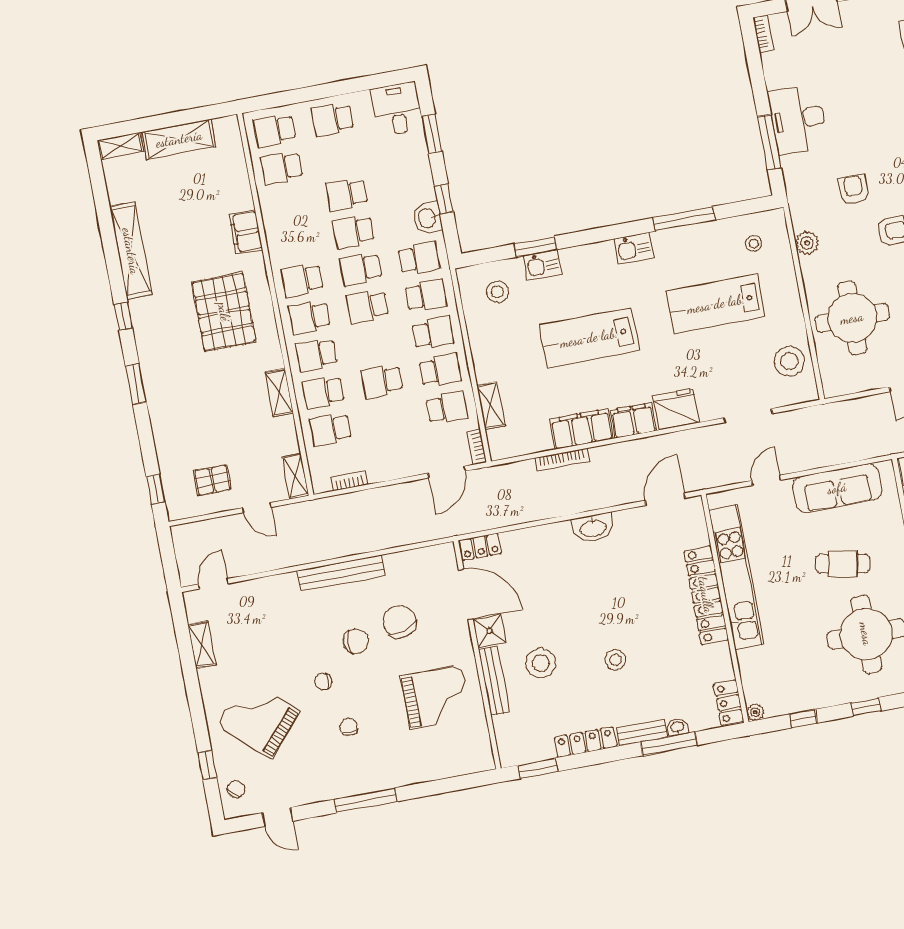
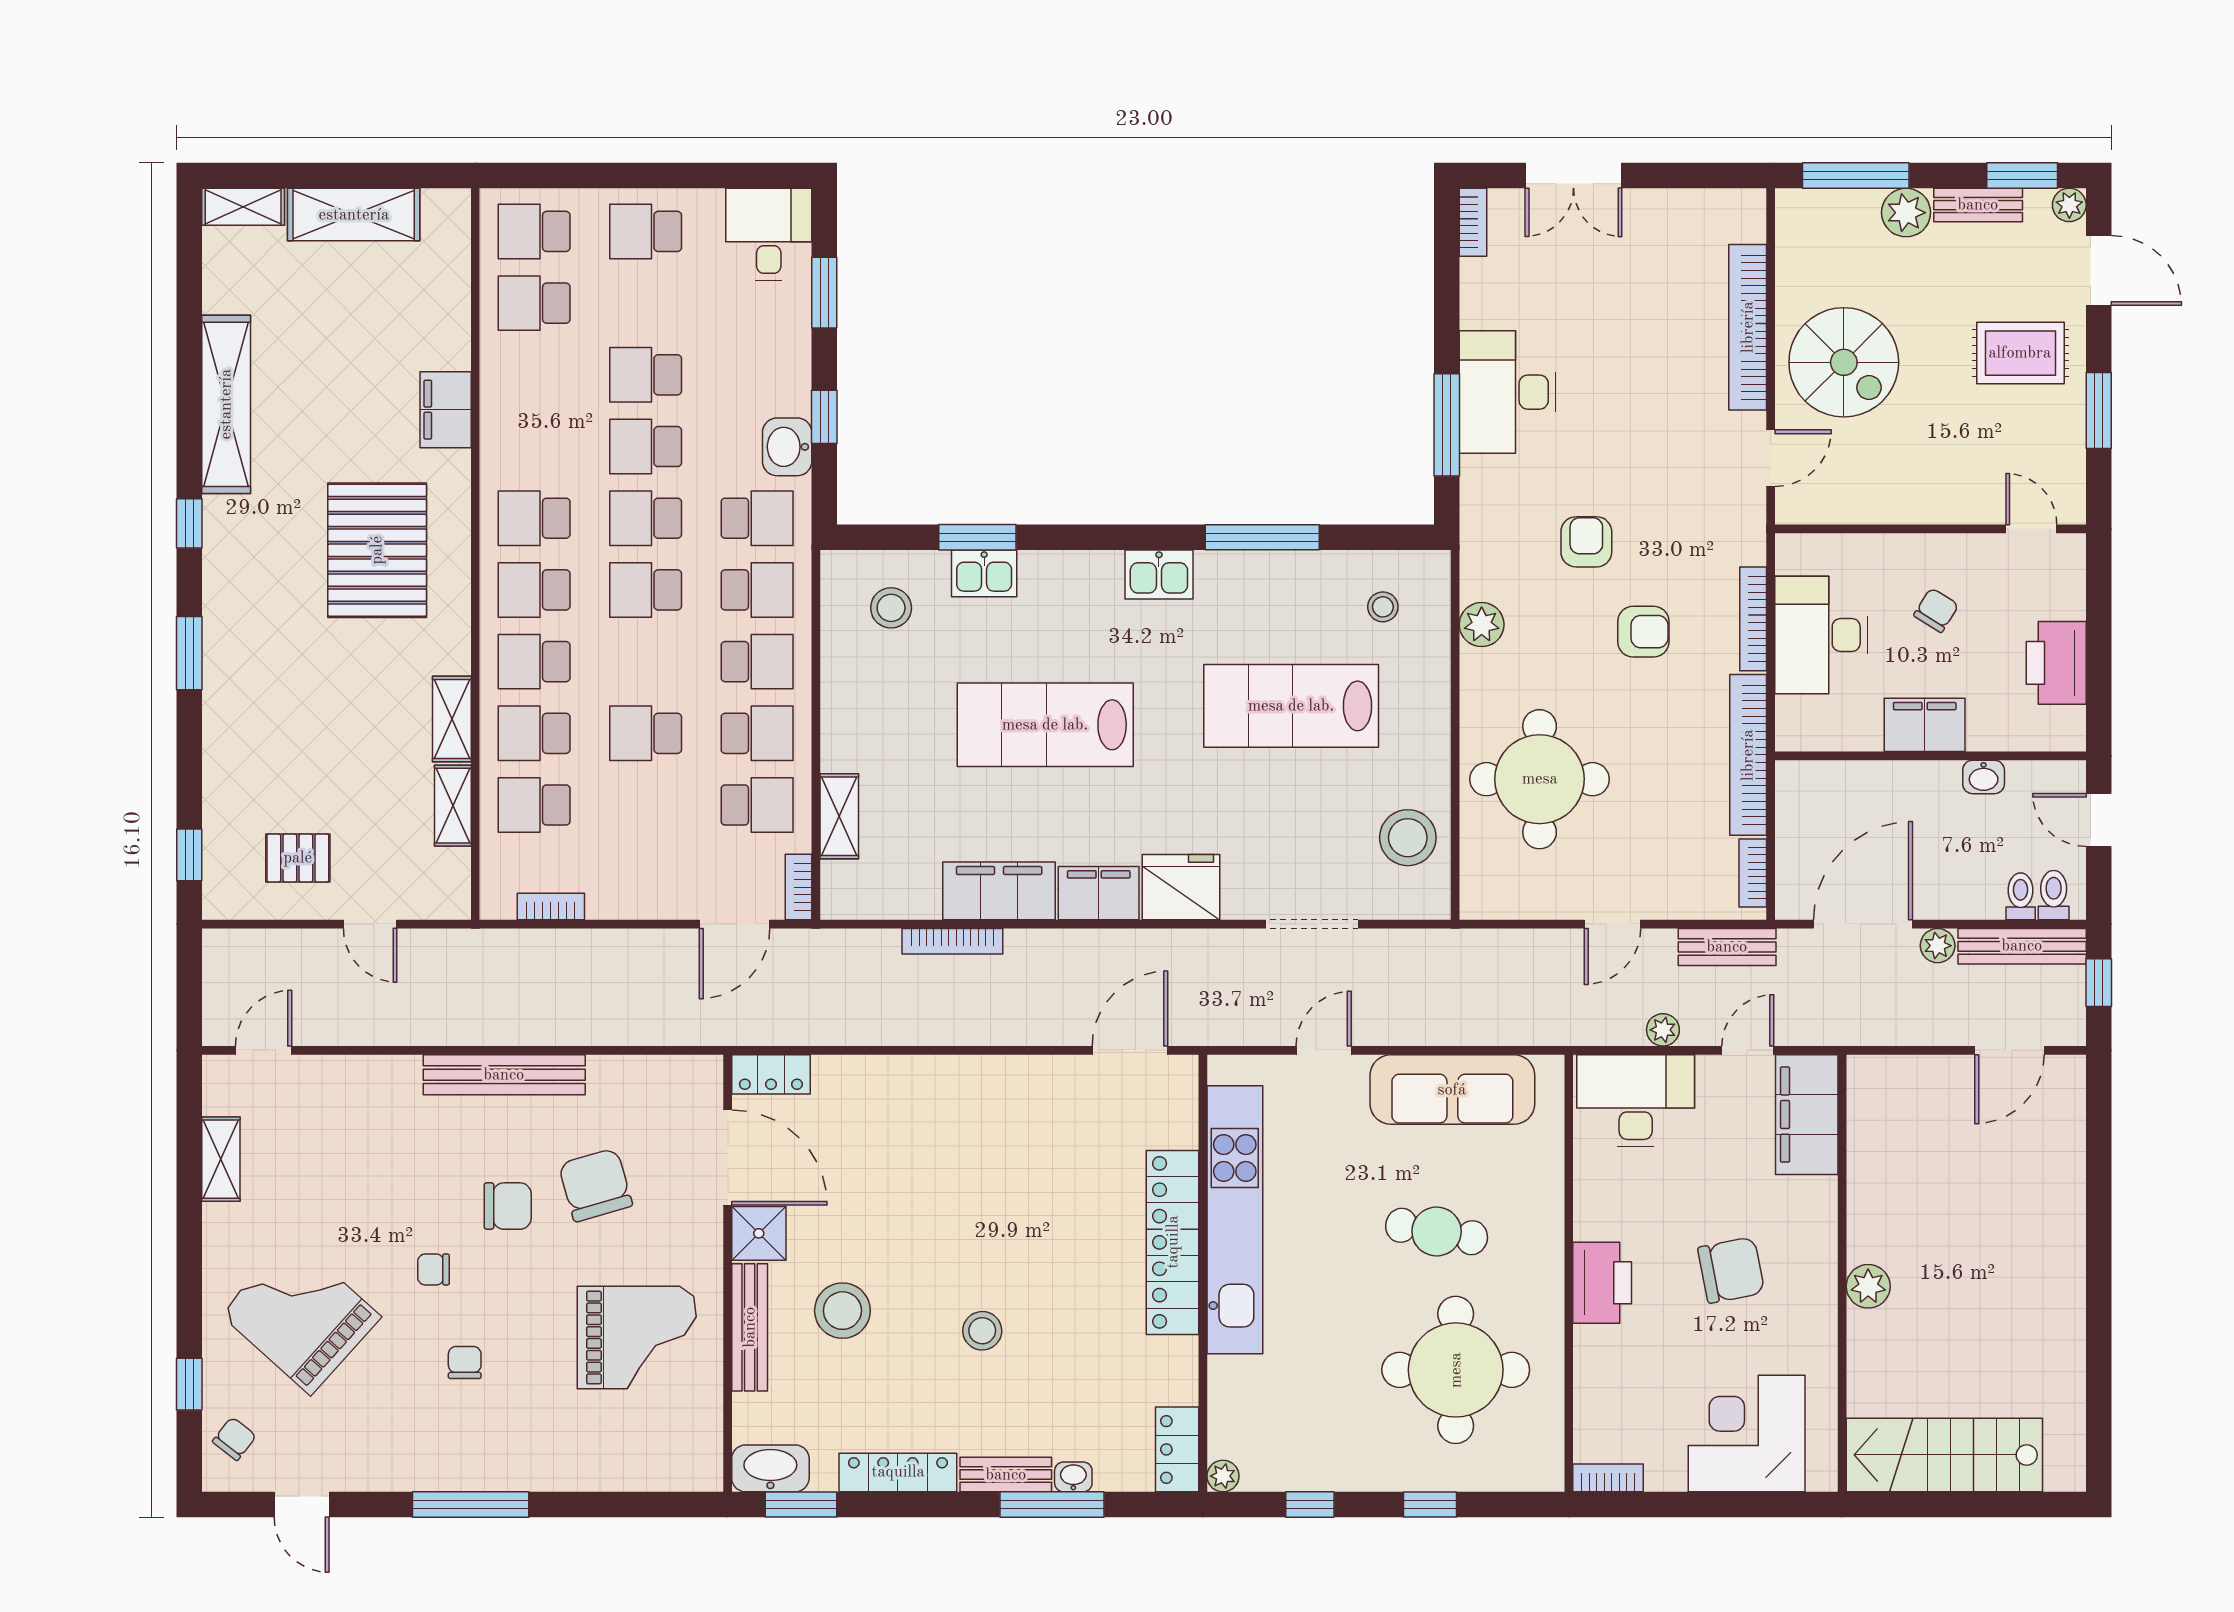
shelving: (295, 476) -> (453, 806), moved
washbasin: (593, 528) -> (770, 1468), moved, turned 180

